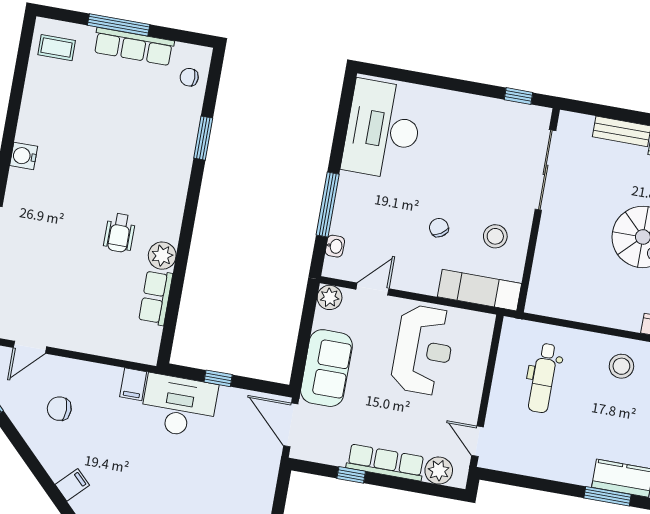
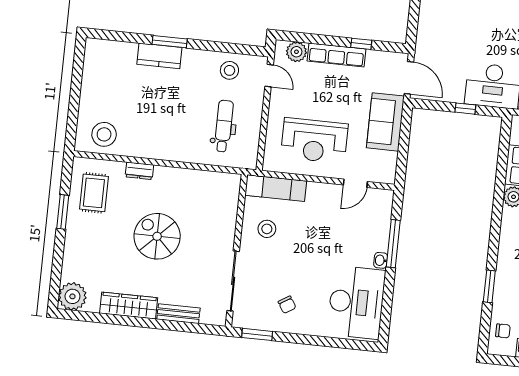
window: (518, 96) -> (257, 334), width x1.50
chair: (439, 228) -> (287, 305), moved
washbasin: (335, 246) -> (381, 260), moved
plant: (330, 297) -> (387, 175), removed
reception desk: (423, 350) -> (314, 141), turned -90
stool: (621, 366) -> (229, 70), moved

